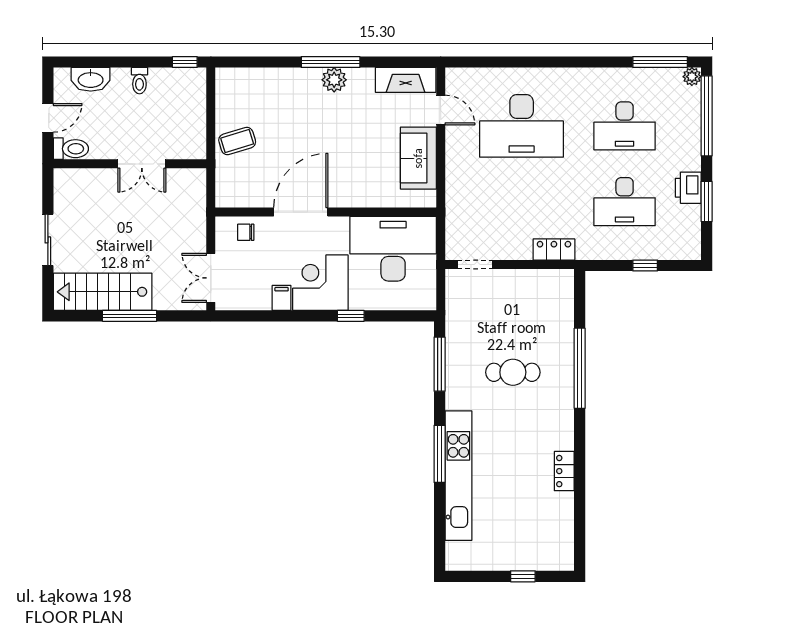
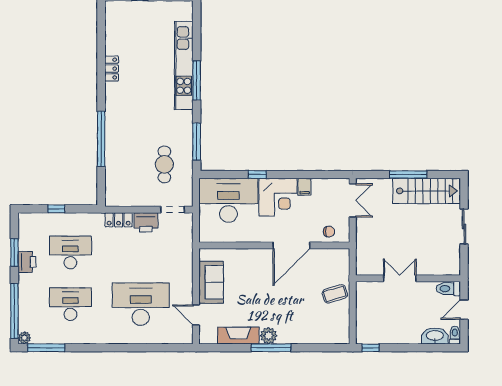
fireplace: (406, 80) -> (238, 336), moved
toilet: (139, 81) -> (455, 335), moved
printer: (514, 246) -> (146, 222), added
desk: (393, 249) -> (228, 200), moved, turned 180
cafe table: (513, 372) -> (164, 164), moved, turned 90

